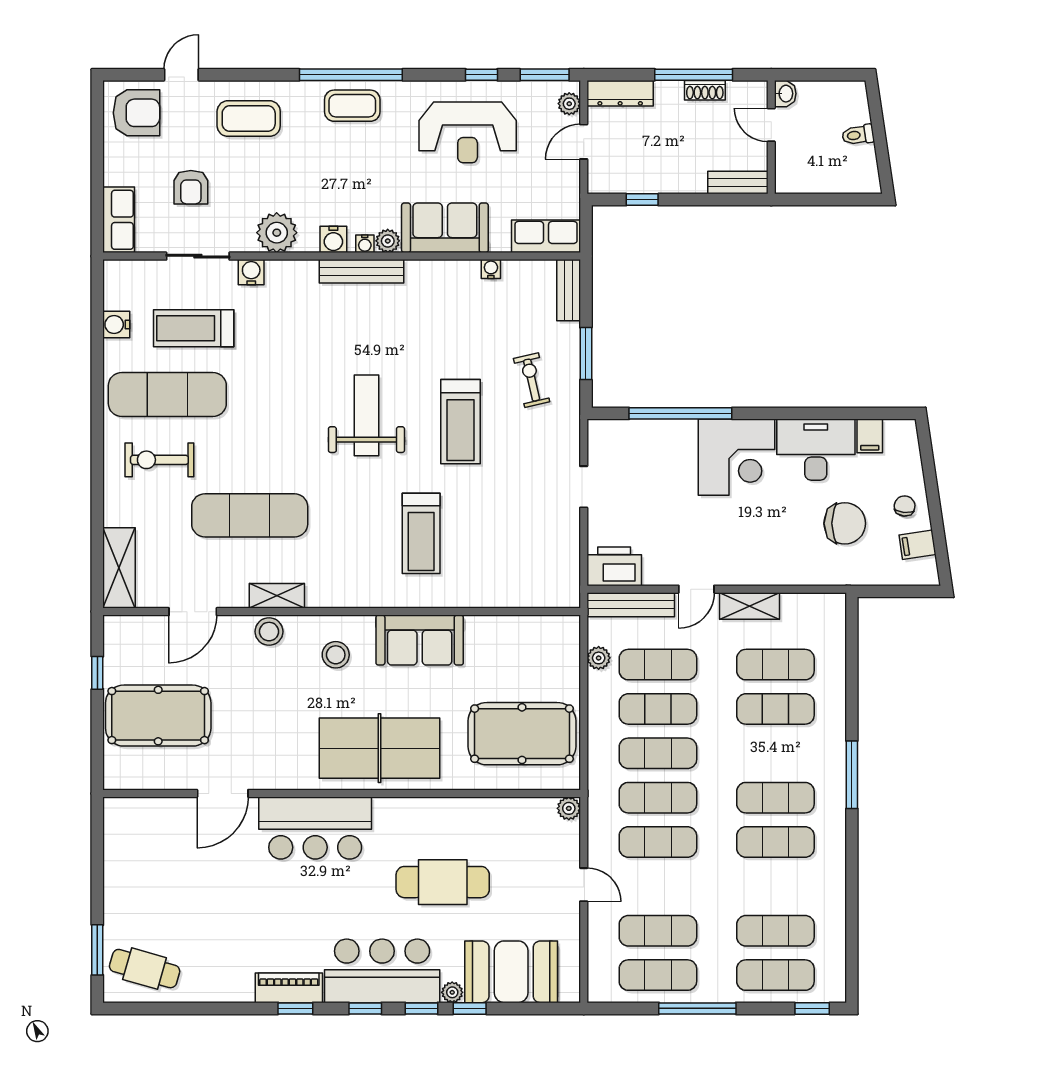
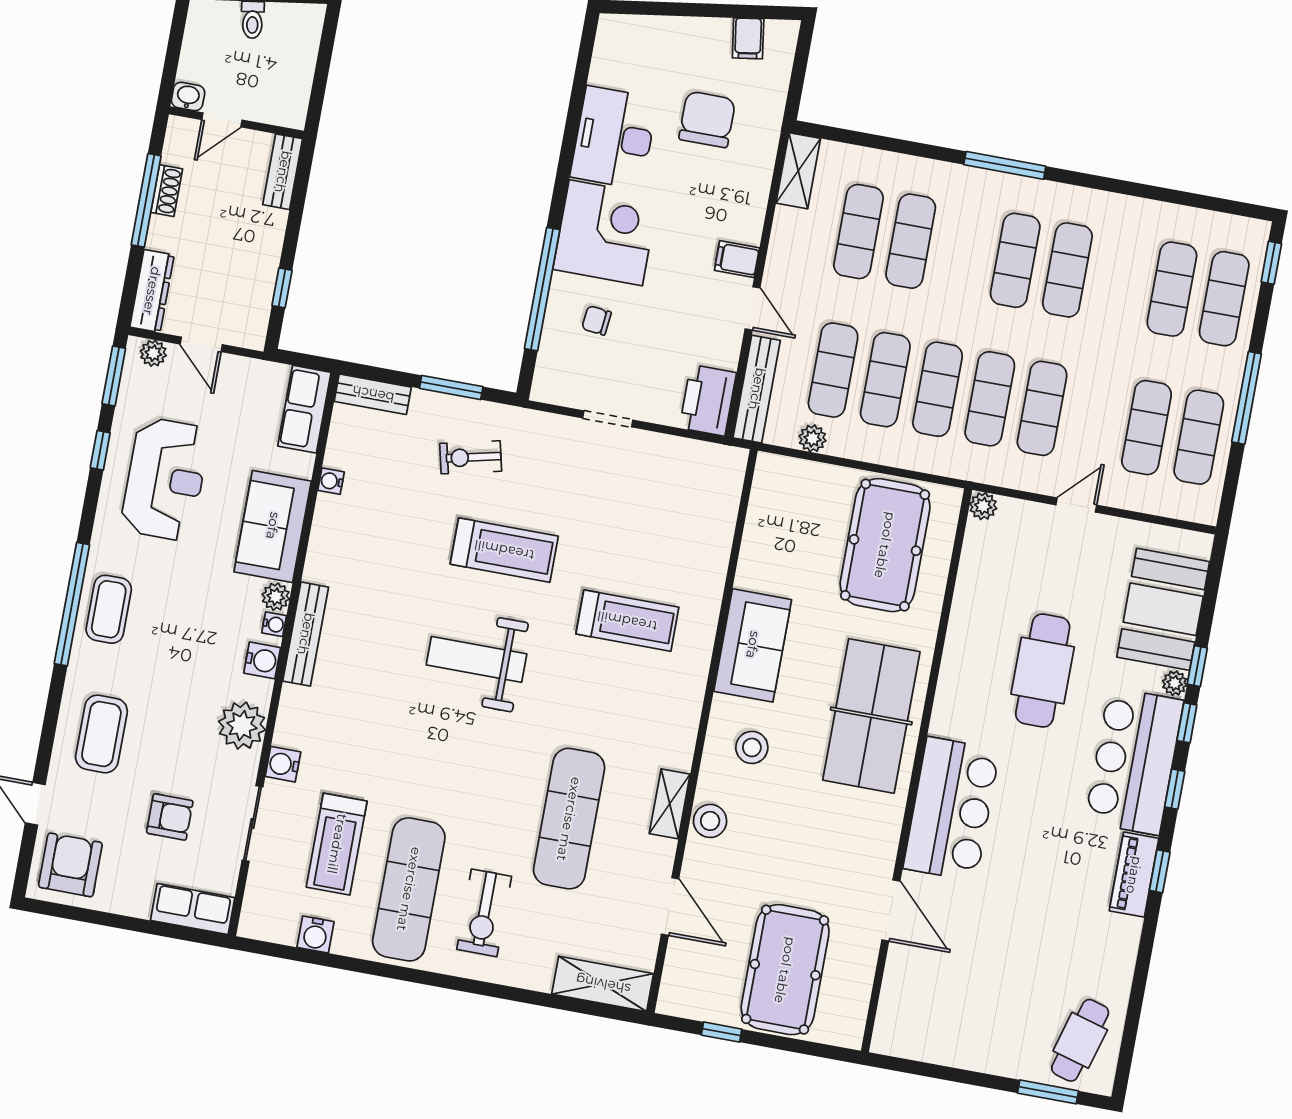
filing cabinet: (870, 436) -> (737, 259), moved, turned 180
chair: (905, 506) -> (597, 320), moved
shelving: (749, 606) -> (798, 171), moved

